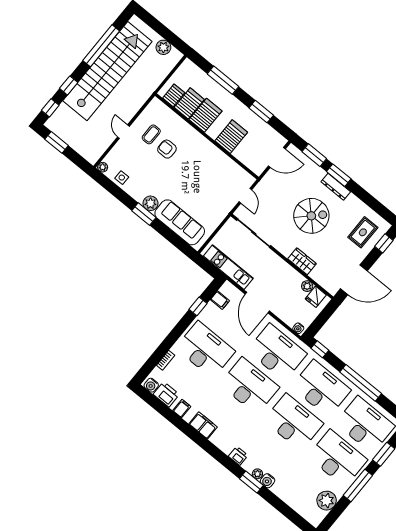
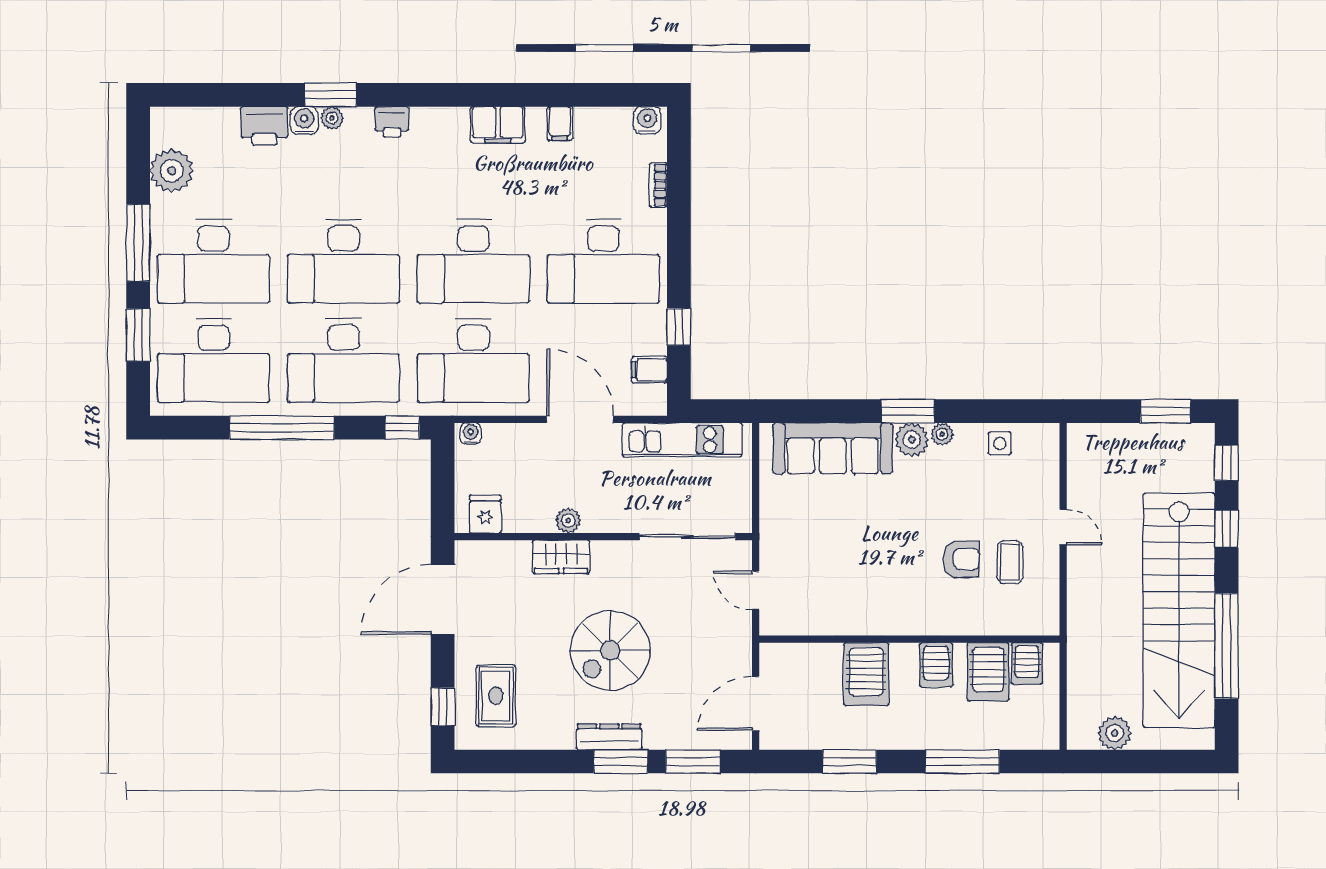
server rack: (206, 115) -> (936, 665), width x0.73, depth x0.70
plant: (103, 167) -> (942, 434), moved
plant: (307, 286) -> (568, 520), moved
printer: (166, 394) -> (264, 126), moved

